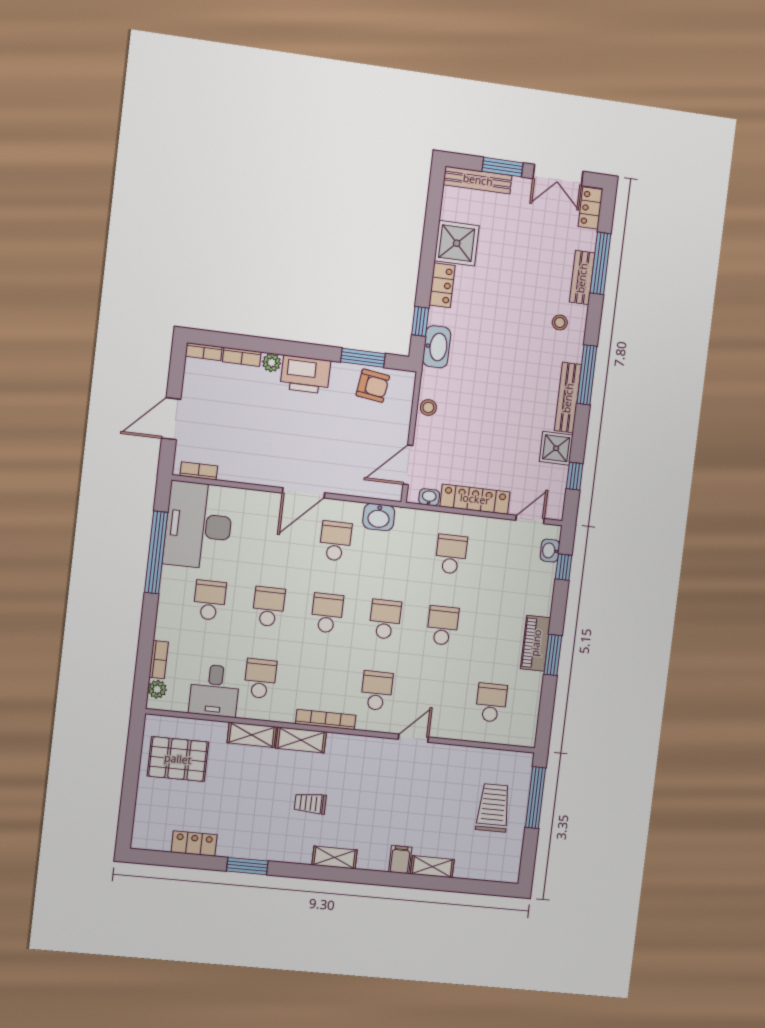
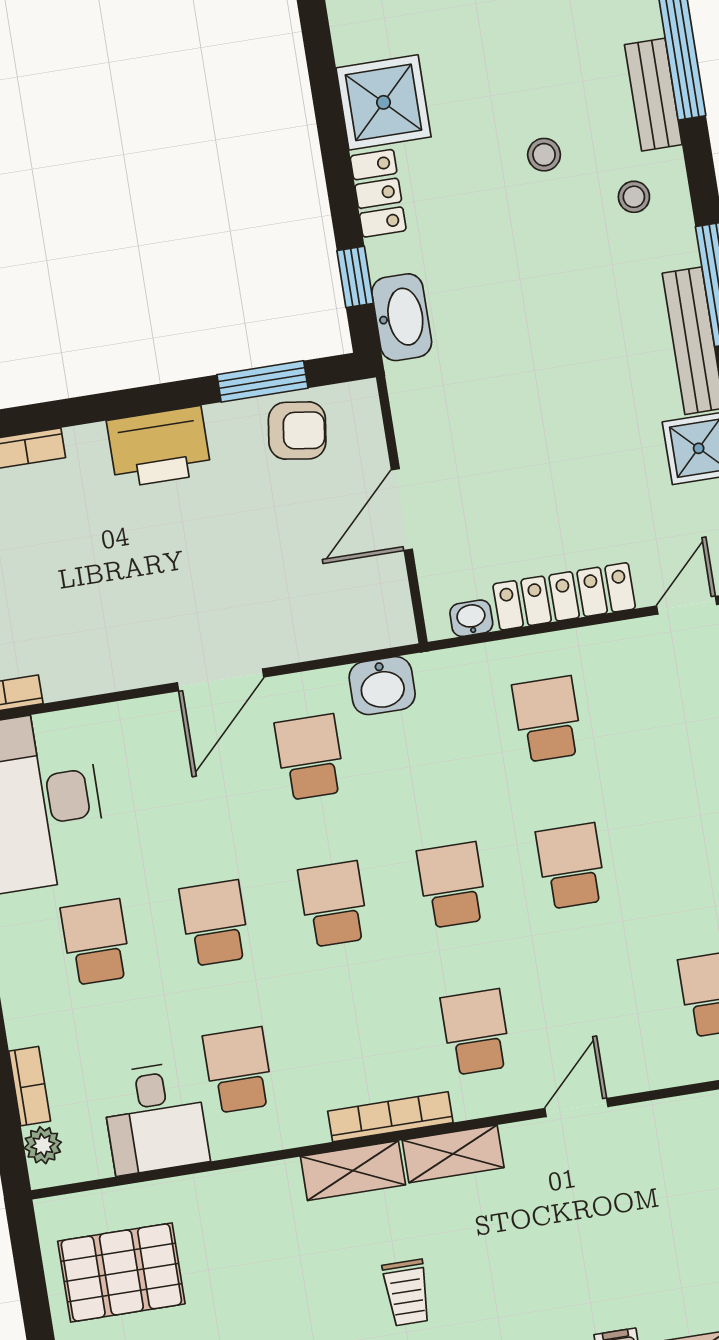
plant: (272, 363) -> (87, 443), removed
stool: (428, 407) -> (544, 155), moved
door: (408, 465) -> (402, 510), moved
shelving: (252, 735) -> (453, 1154), moved
trolley: (310, 803) -> (407, 1293), turned -90

